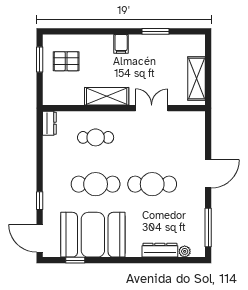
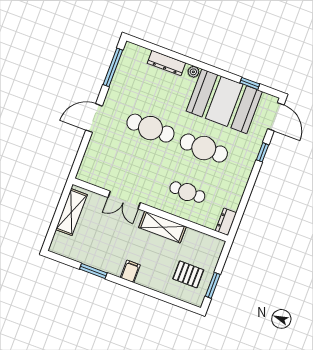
plant: (185, 251) -> (193, 72), moved

